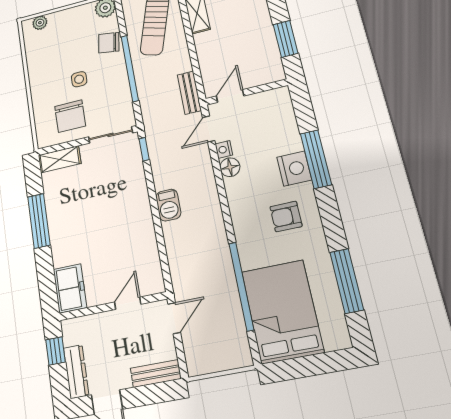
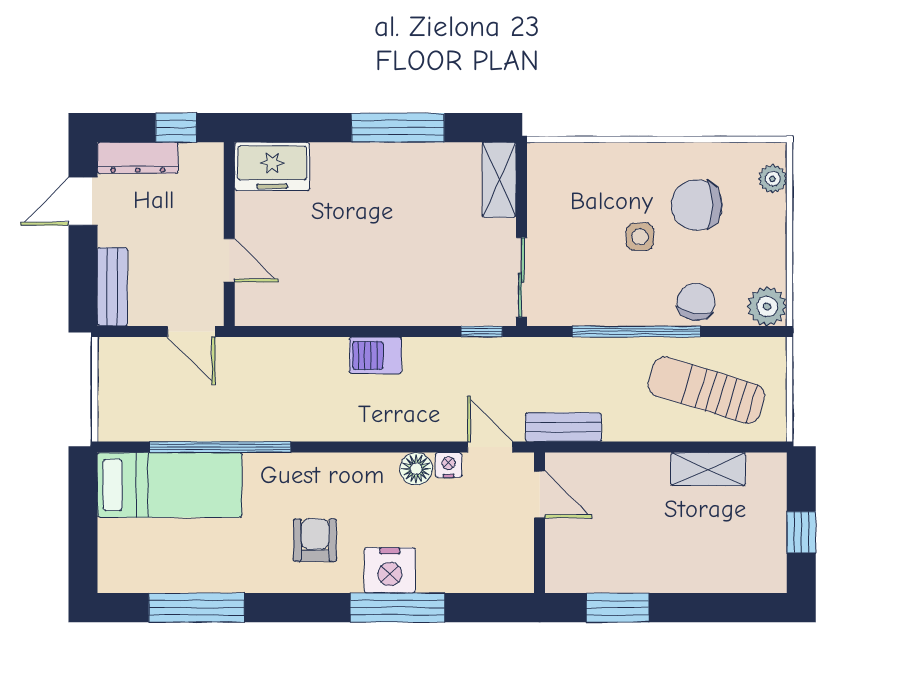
chair: (70, 116) -> (697, 205), moved
bed: (282, 311) -> (170, 485), width x0.67

